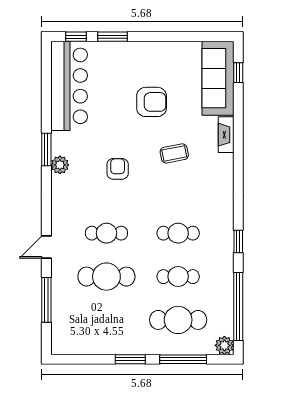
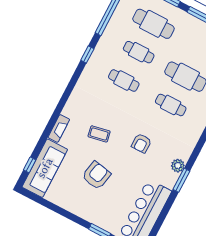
armchair: (152, 102) -> (96, 175), turned 101

